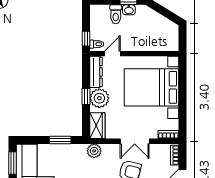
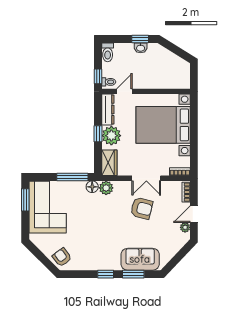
toilet: (116, 14) -> (108, 52), moved
window: (60, 140) -> (72, 177), width x1.44
floor lamp: (80, 150) -> (92, 187), added

